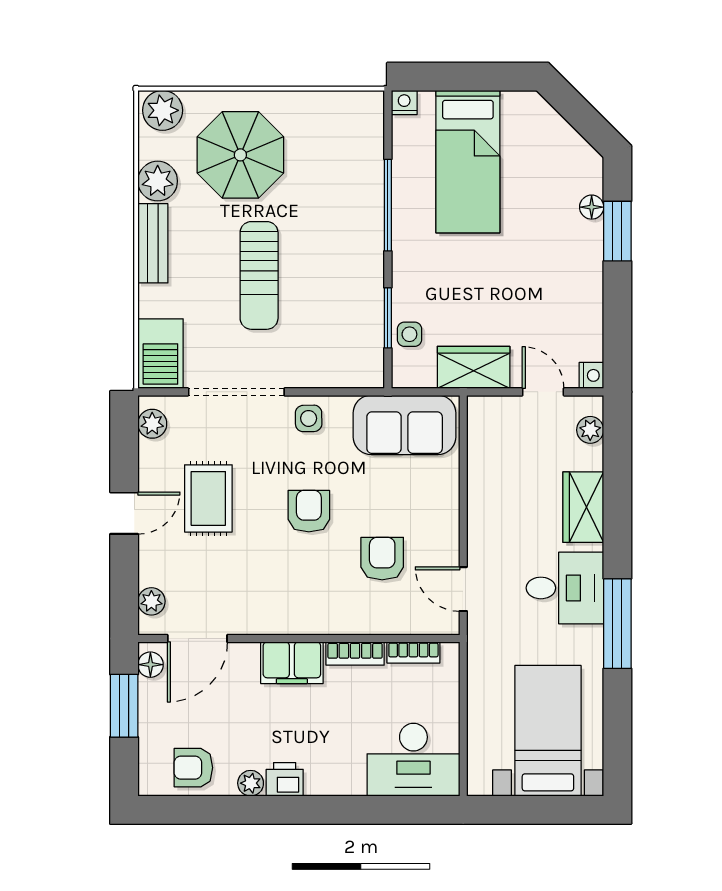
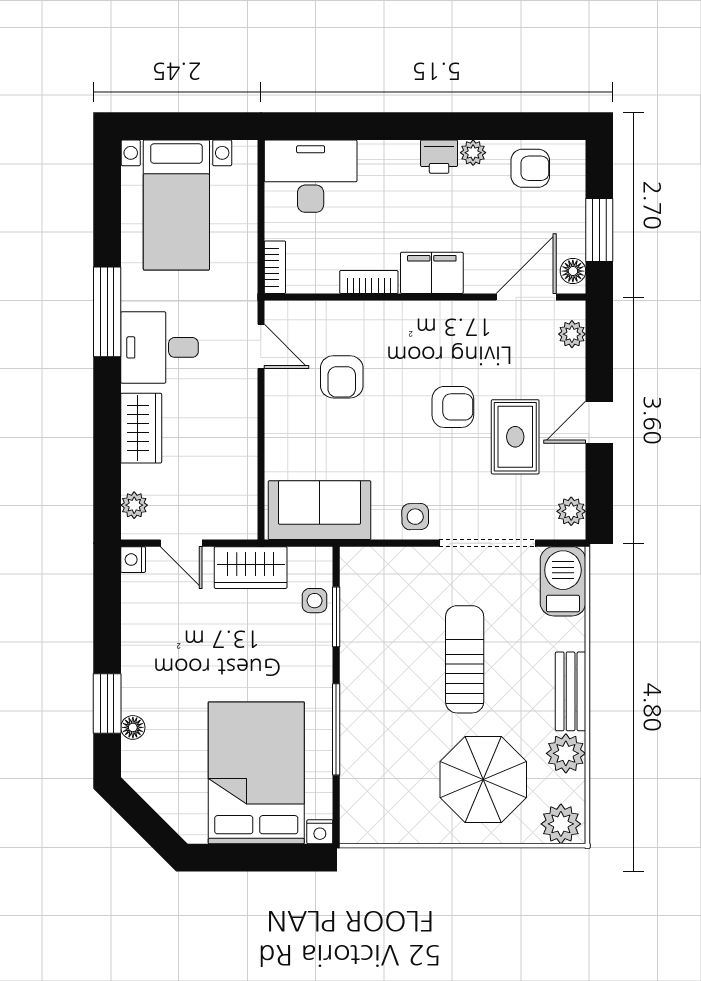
bed: (468, 162) -> (256, 773), width x1.50
armchair: (309, 511) -> (453, 407), moved, turned -90
bookcase: (413, 653) -> (275, 267), moved, turned 90

